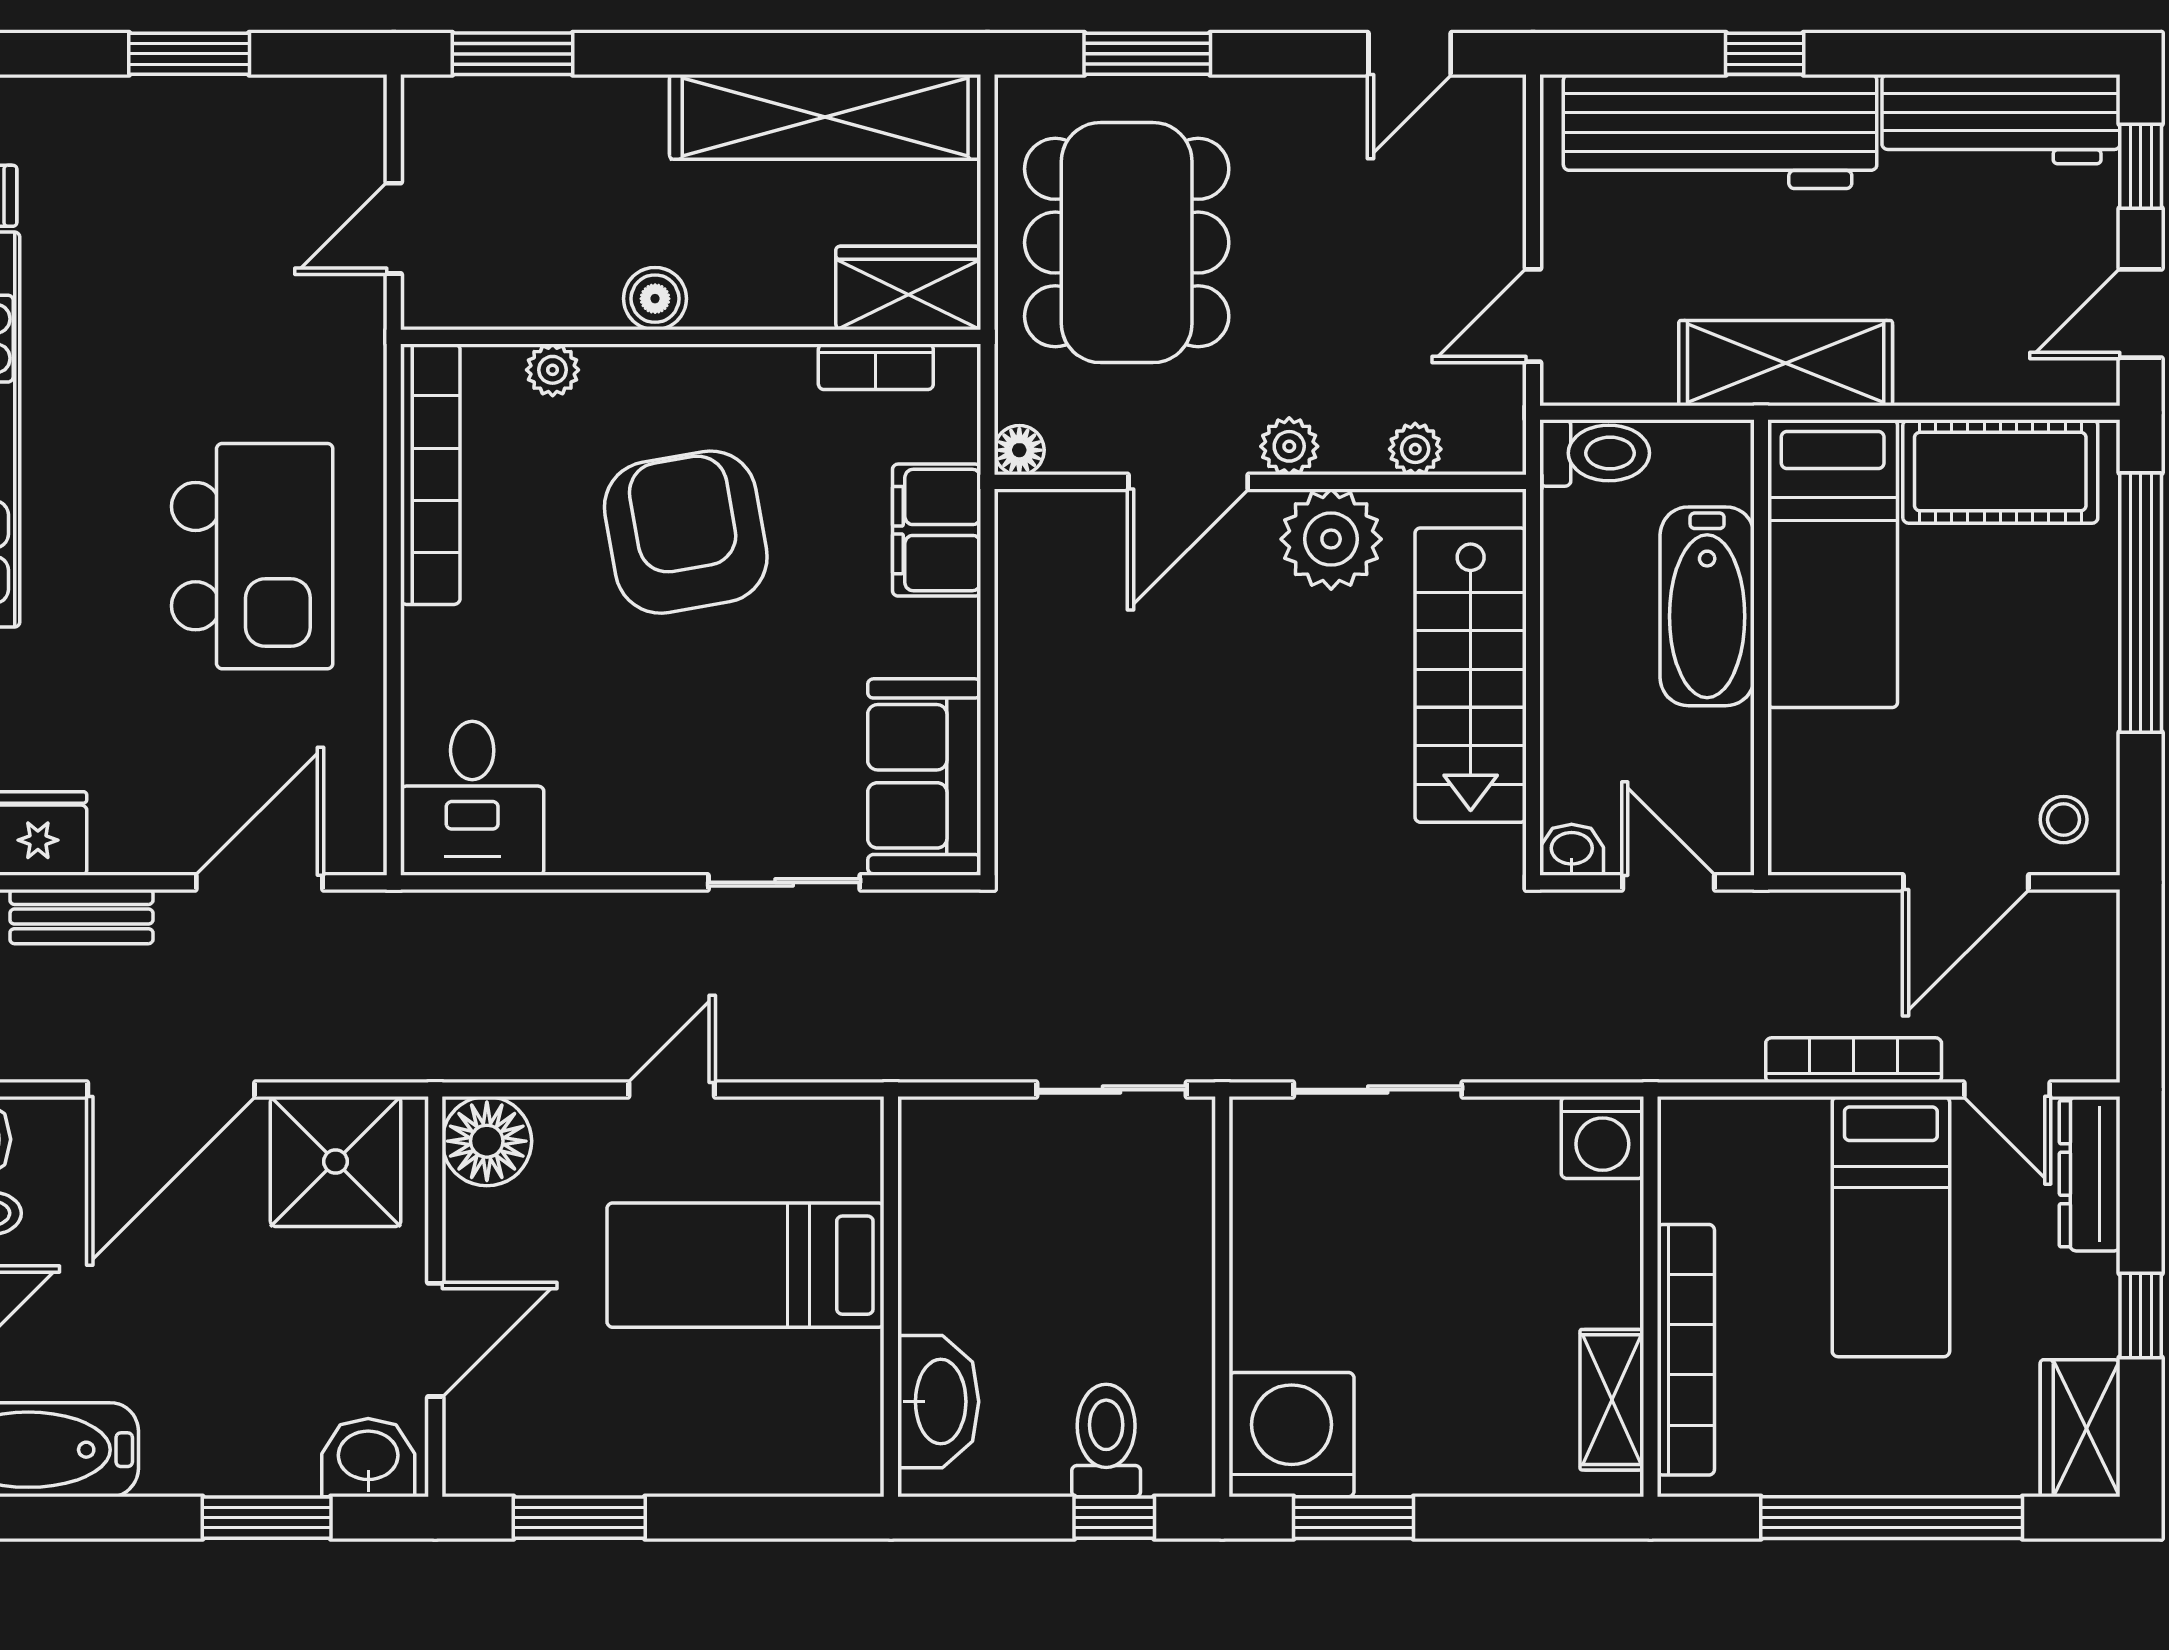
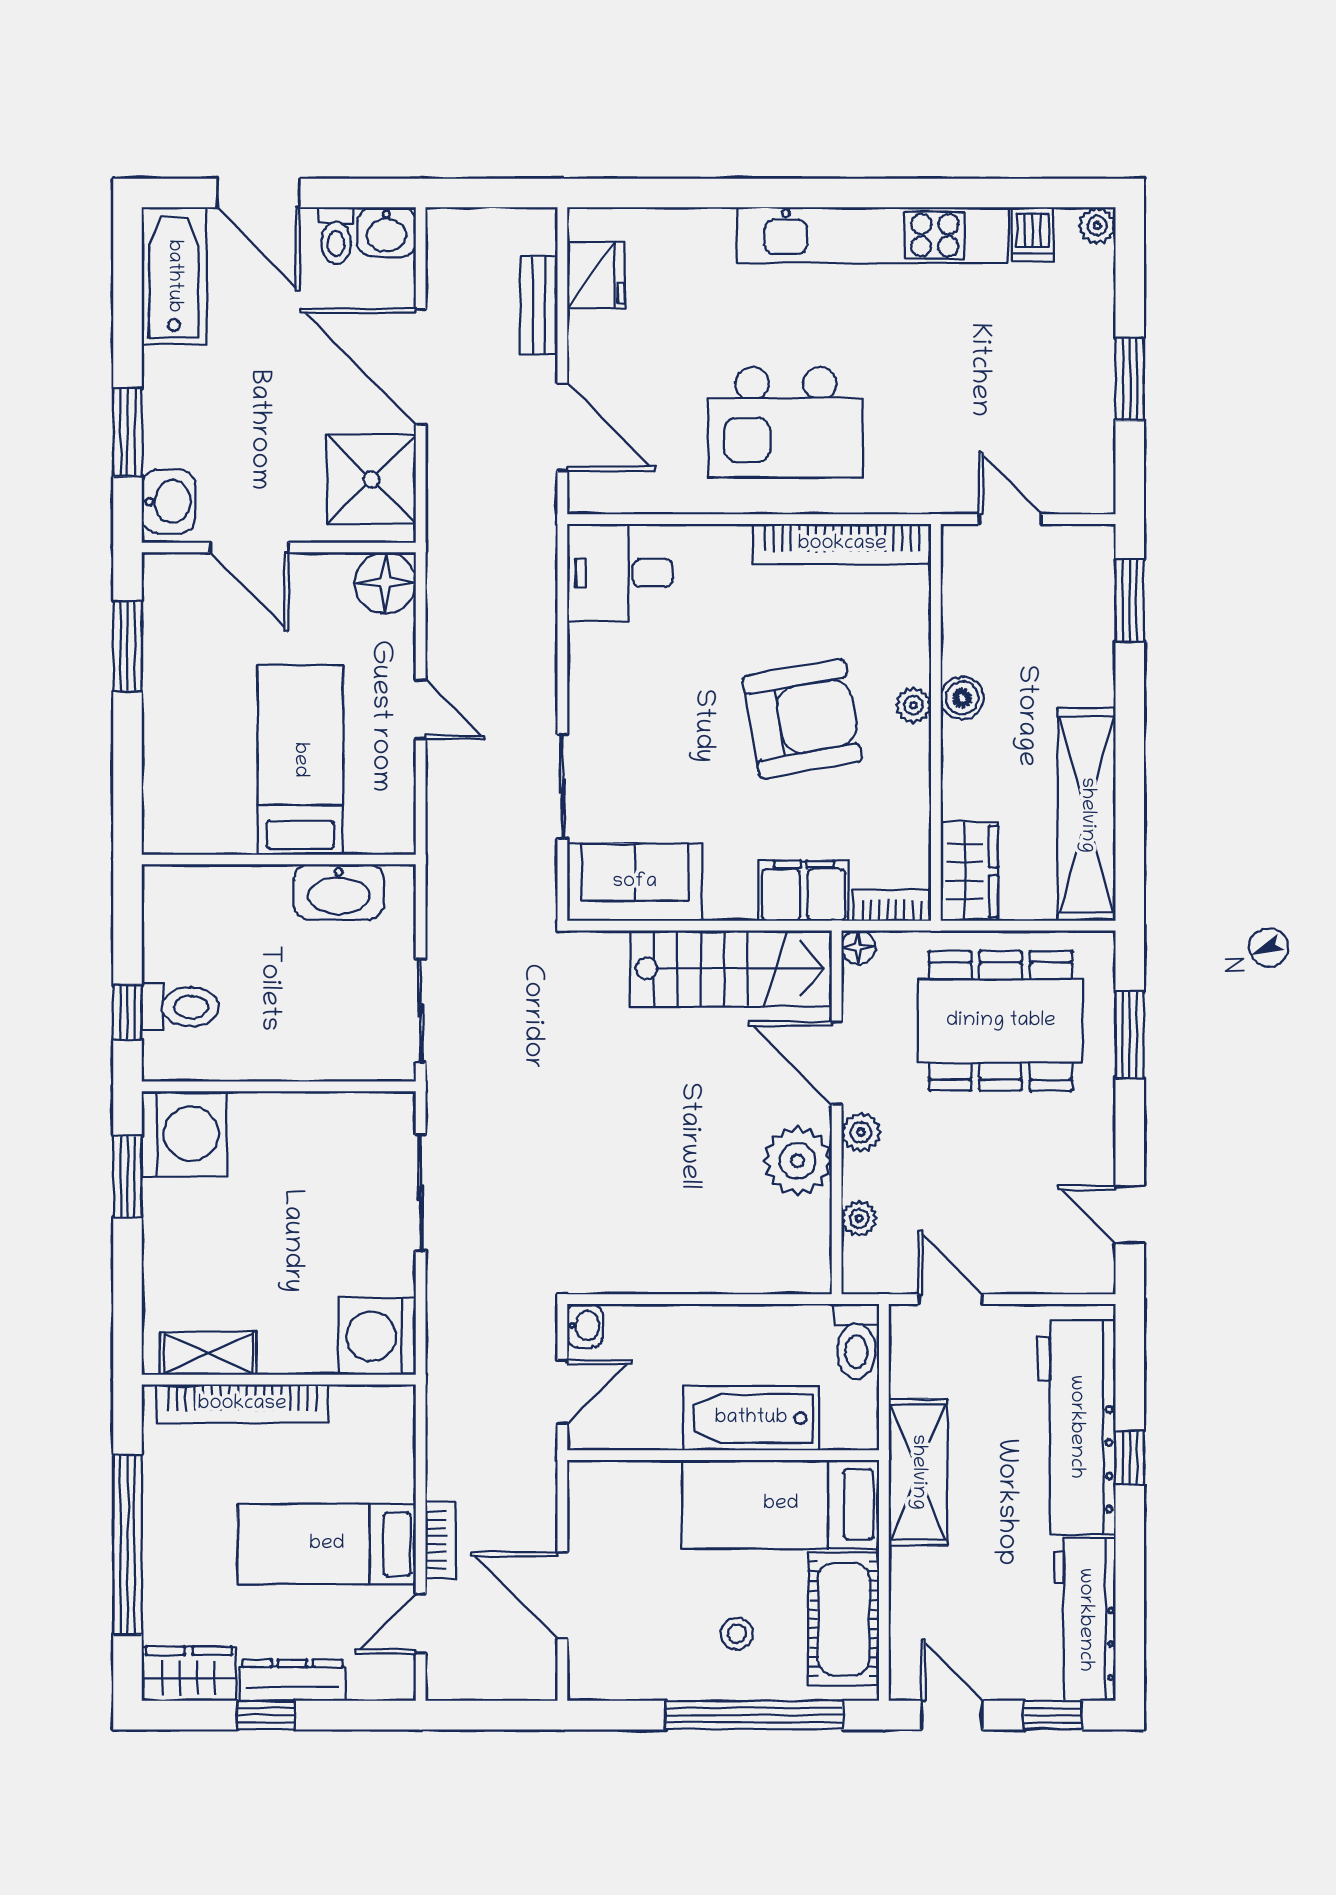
bookcase: (876, 367) -> (892, 905), moved, turned 90
plant: (553, 370) -> (913, 705), moved
stairs: (1471, 675) -> (731, 968), moved, turned 180
stool: (2064, 820) -> (737, 1634), moved
bookcase: (1854, 1060) -> (441, 1540), width x0.64
washing machine: (1602, 1138) -> (377, 1336), width x1.37, depth x1.37
dresser: (2090, 1174) -> (292, 1680), moved
washbasin: (938, 1402) -> (339, 892), moved

